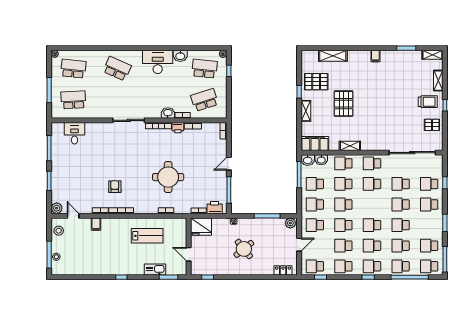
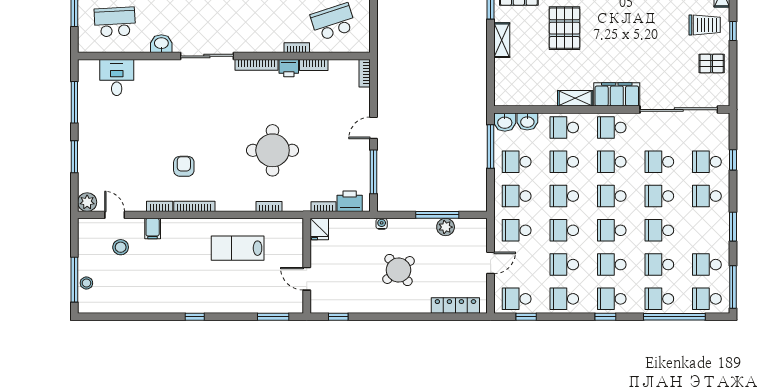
washbasin: (168, 113) -> (161, 44), moved
filing cabinet: (315, 143) -> (617, 94), moved
school desk: (372, 205) -> (612, 196), added
plant: (290, 223) -> (446, 227), moved
fridge: (201, 227) -> (319, 229), width x0.53, depth x0.75
stool: (59, 231) -> (121, 247), moved
lab bench: (147, 236) -> (238, 248), turned 180
kitchen sink: (155, 270) -> (251, 304), removed
locker: (283, 270) -> (455, 306), width x1.53

